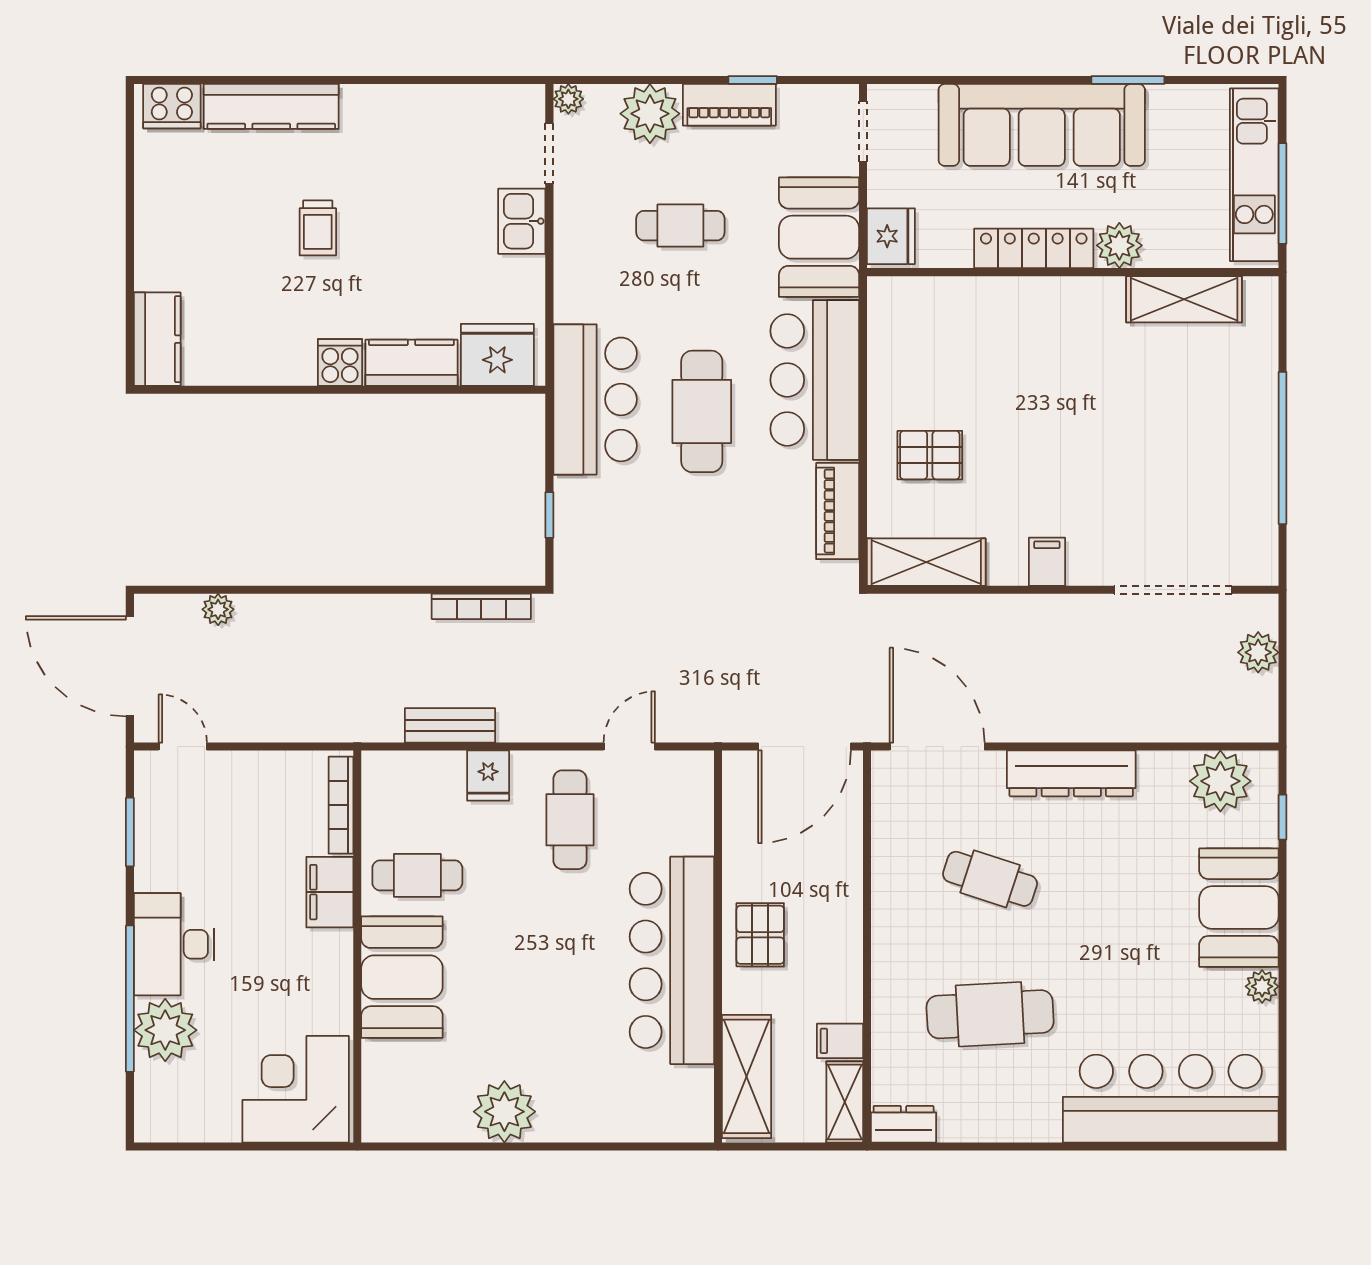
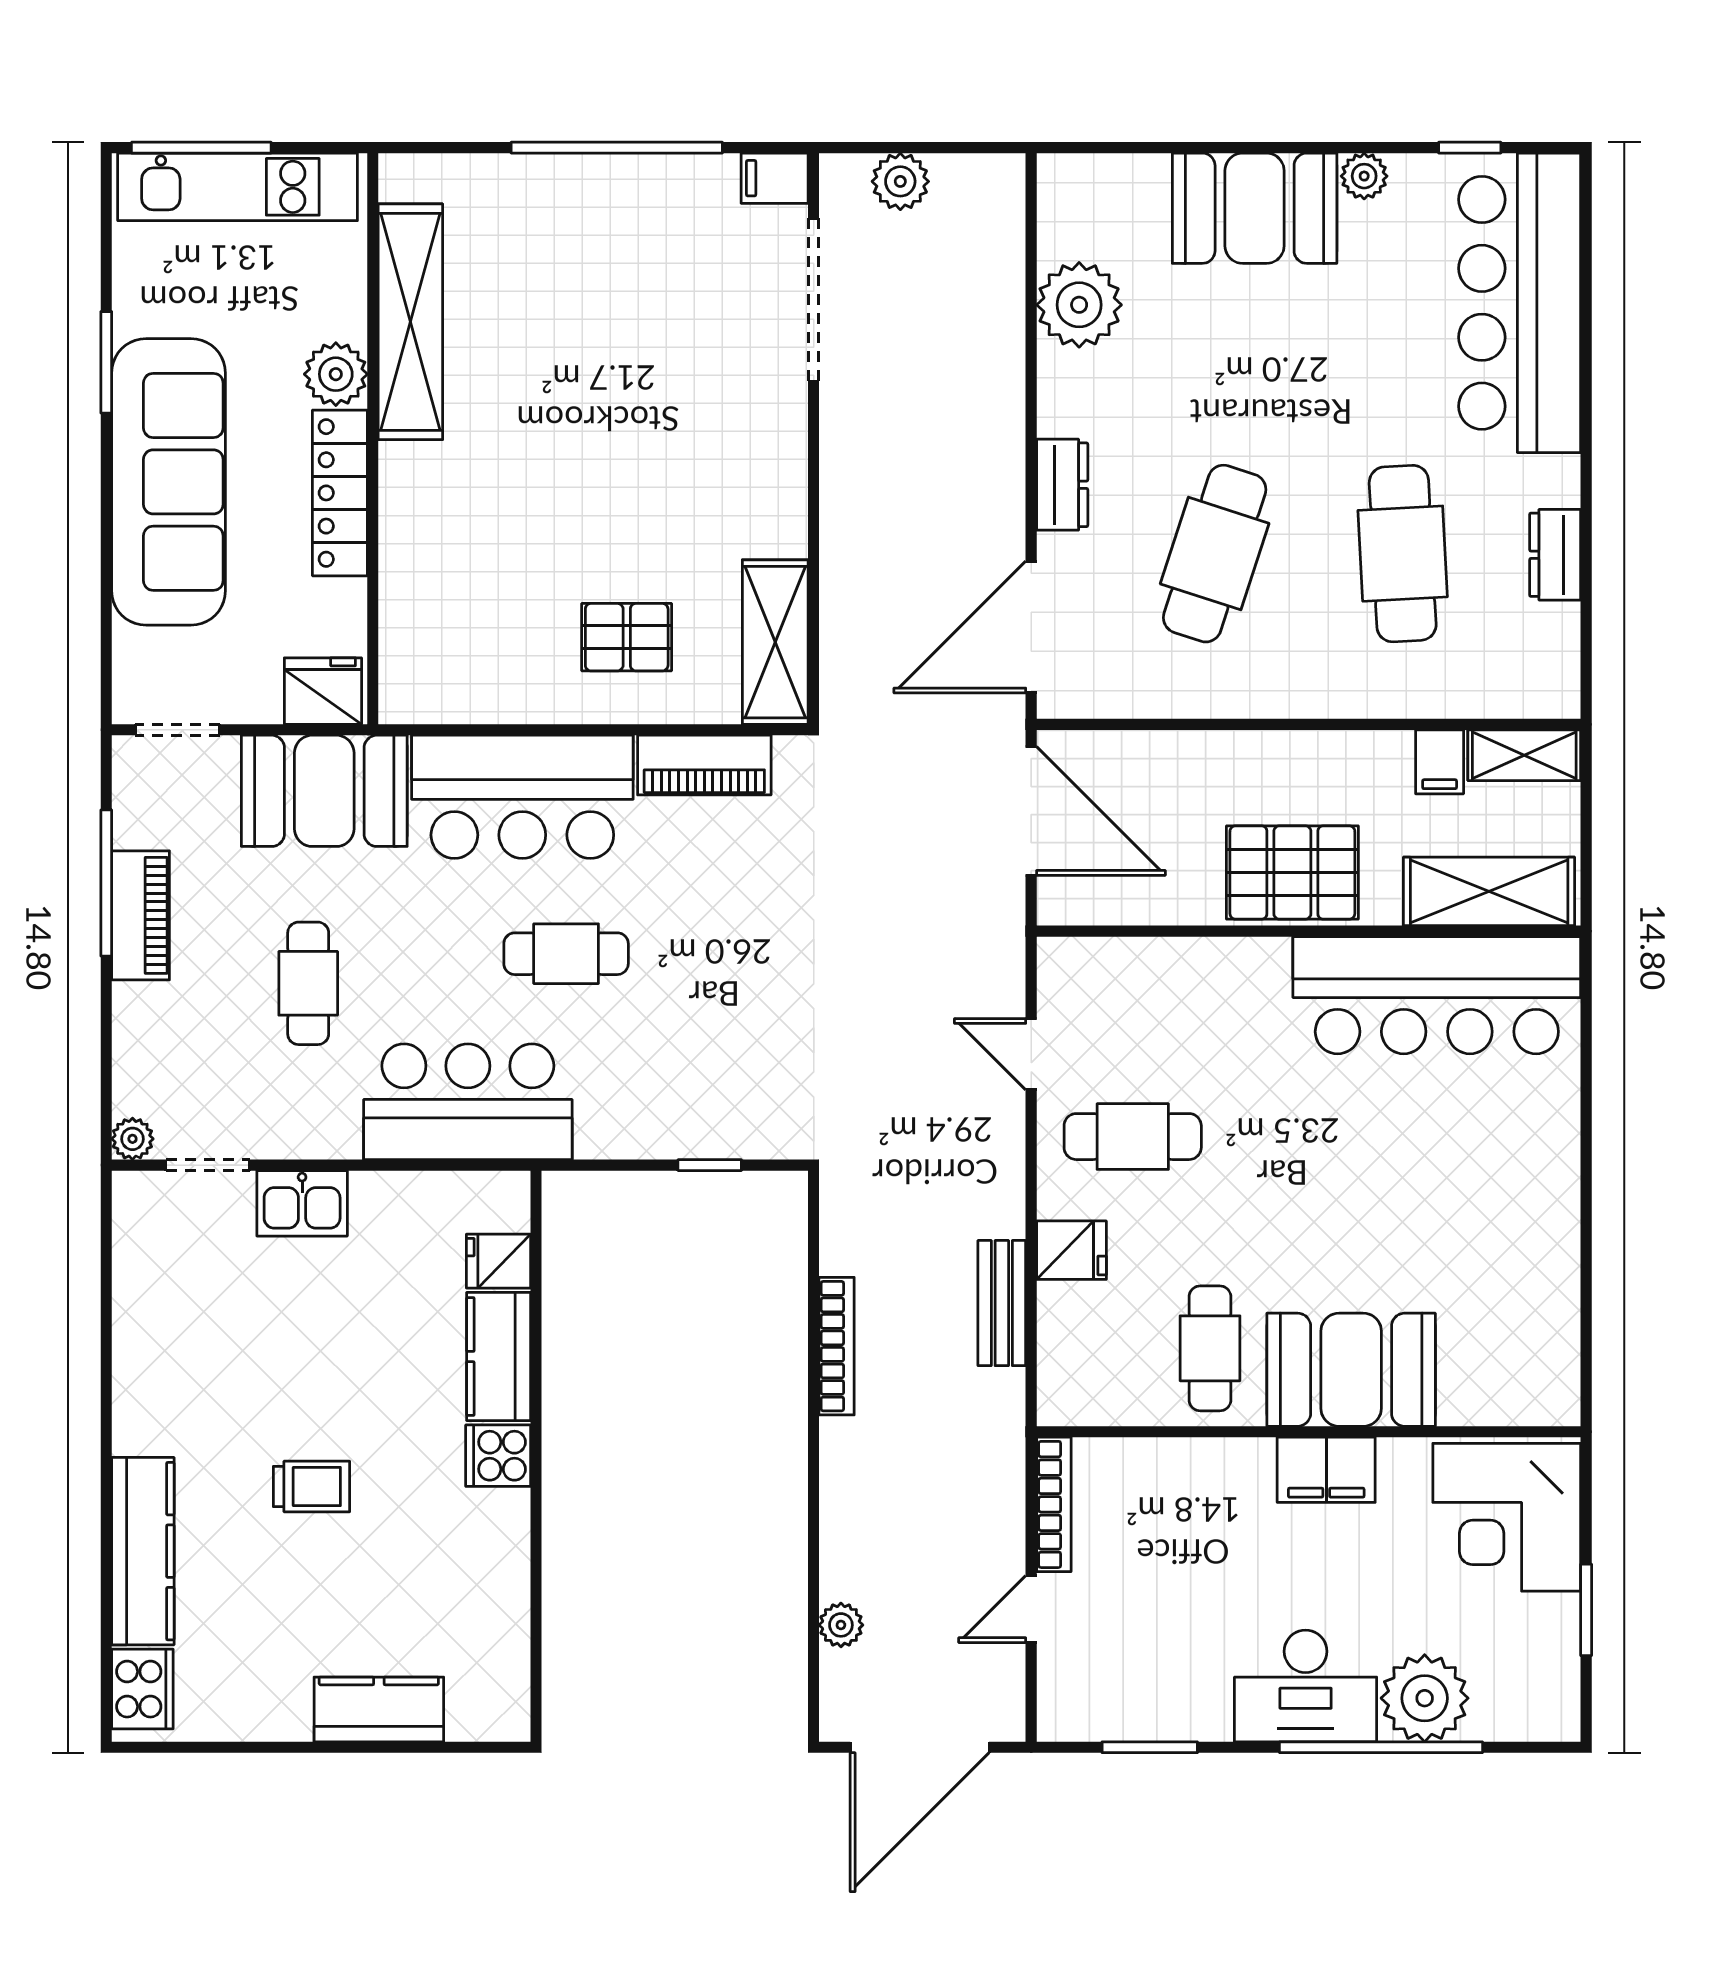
window: (753, 80) -> (106, 883), width x2.17
plant: (650, 114) -> (153, 1026), removed
window: (1283, 194) -> (201, 148), moved
shelving: (1184, 299) -> (410, 322), width x1.47
kitchen counter: (157, 339) -> (379, 1709), moved
fridge: (497, 355) -> (498, 1261), width x0.53, depth x0.75
bar counter: (595, 399) -> (468, 1102), moved
cafe table: (702, 411) -> (566, 954), width x0.73, depth x0.74
pallet: (930, 455) -> (627, 637), turned 90
filing cabinet: (1047, 562) -> (775, 178), moved
bookcase: (481, 606) -> (837, 1346), moved
door: (183, 747) -> (1031, 1609), moved
dresser: (1071, 773) -> (1062, 485), width x0.51, depth x0.80
plant: (1220, 781) -> (1079, 305), moved
bookcase: (341, 805) -> (1054, 1504), moved, turned -90
window: (1283, 817) -> (1470, 148), moved
cafe table: (990, 879) -> (1215, 554), width x1.37, depth x1.35
filing cabinet: (330, 892) -> (1326, 1470), moved
pallet: (760, 935) -> (1292, 873), width x1.50, depth x1.42
bar counter: (672, 960) -> (1437, 995), moved
plant: (504, 1112) -> (1538, 1228), removed
dresser: (904, 1124) -> (1555, 555), moved
window: (229, 1146) -> (1586, 1610), added

